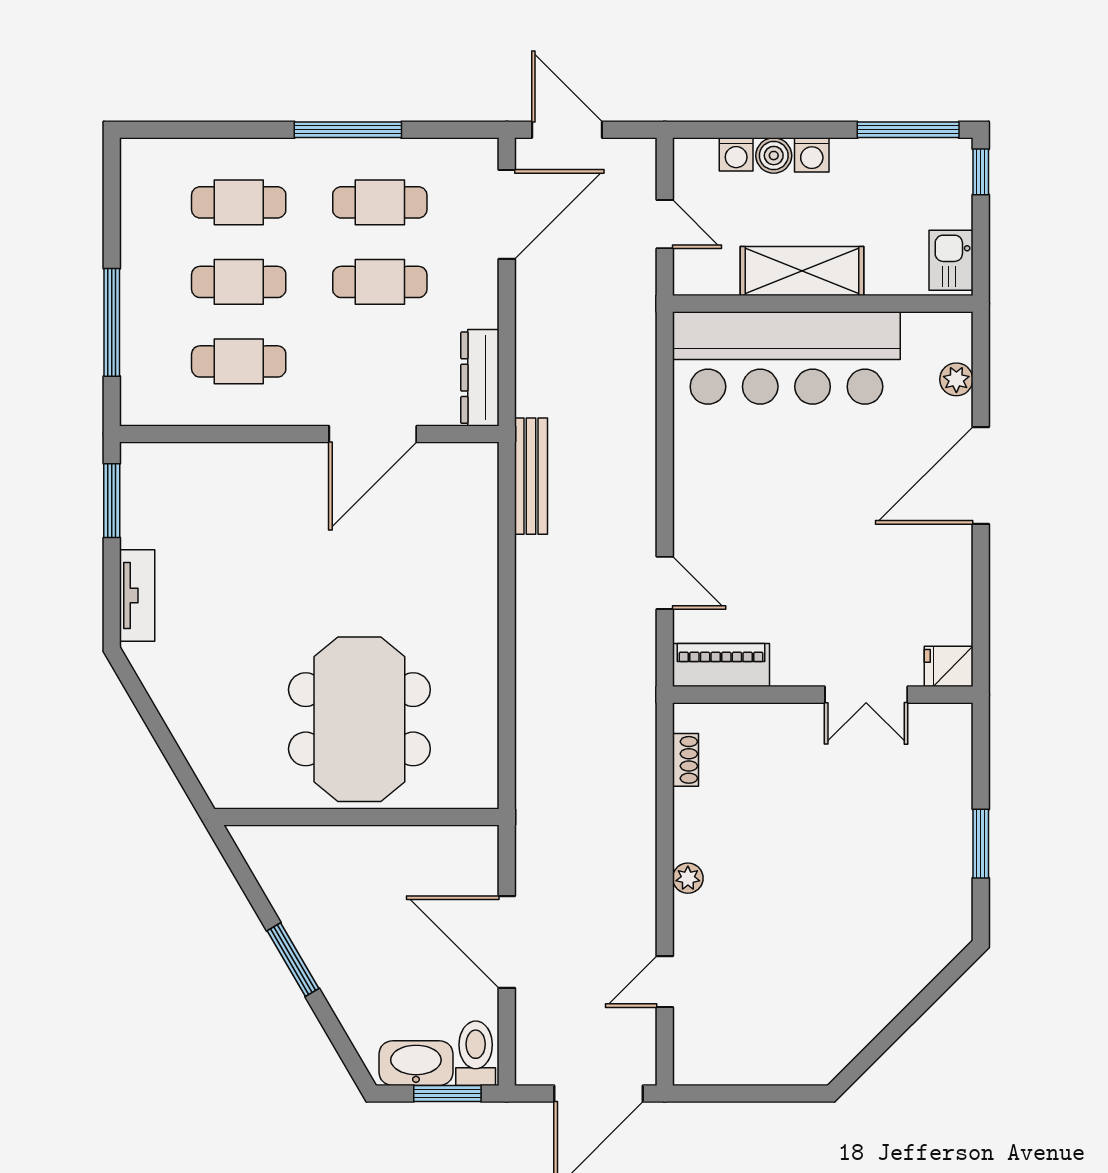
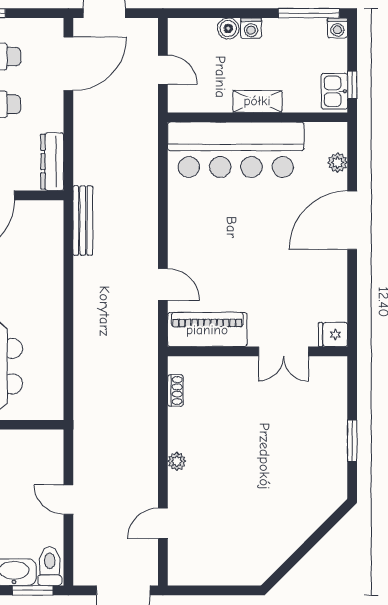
washing machine: (736, 154) -> (337, 28), moved
window: (981, 172) -> (352, 85), moved
shelving: (802, 271) -> (257, 101), width x0.67, depth x0.75
piano: (721, 665) -> (207, 330), width x1.37, depth x1.33
door: (507, 942) -> (68, 500), width x0.53

